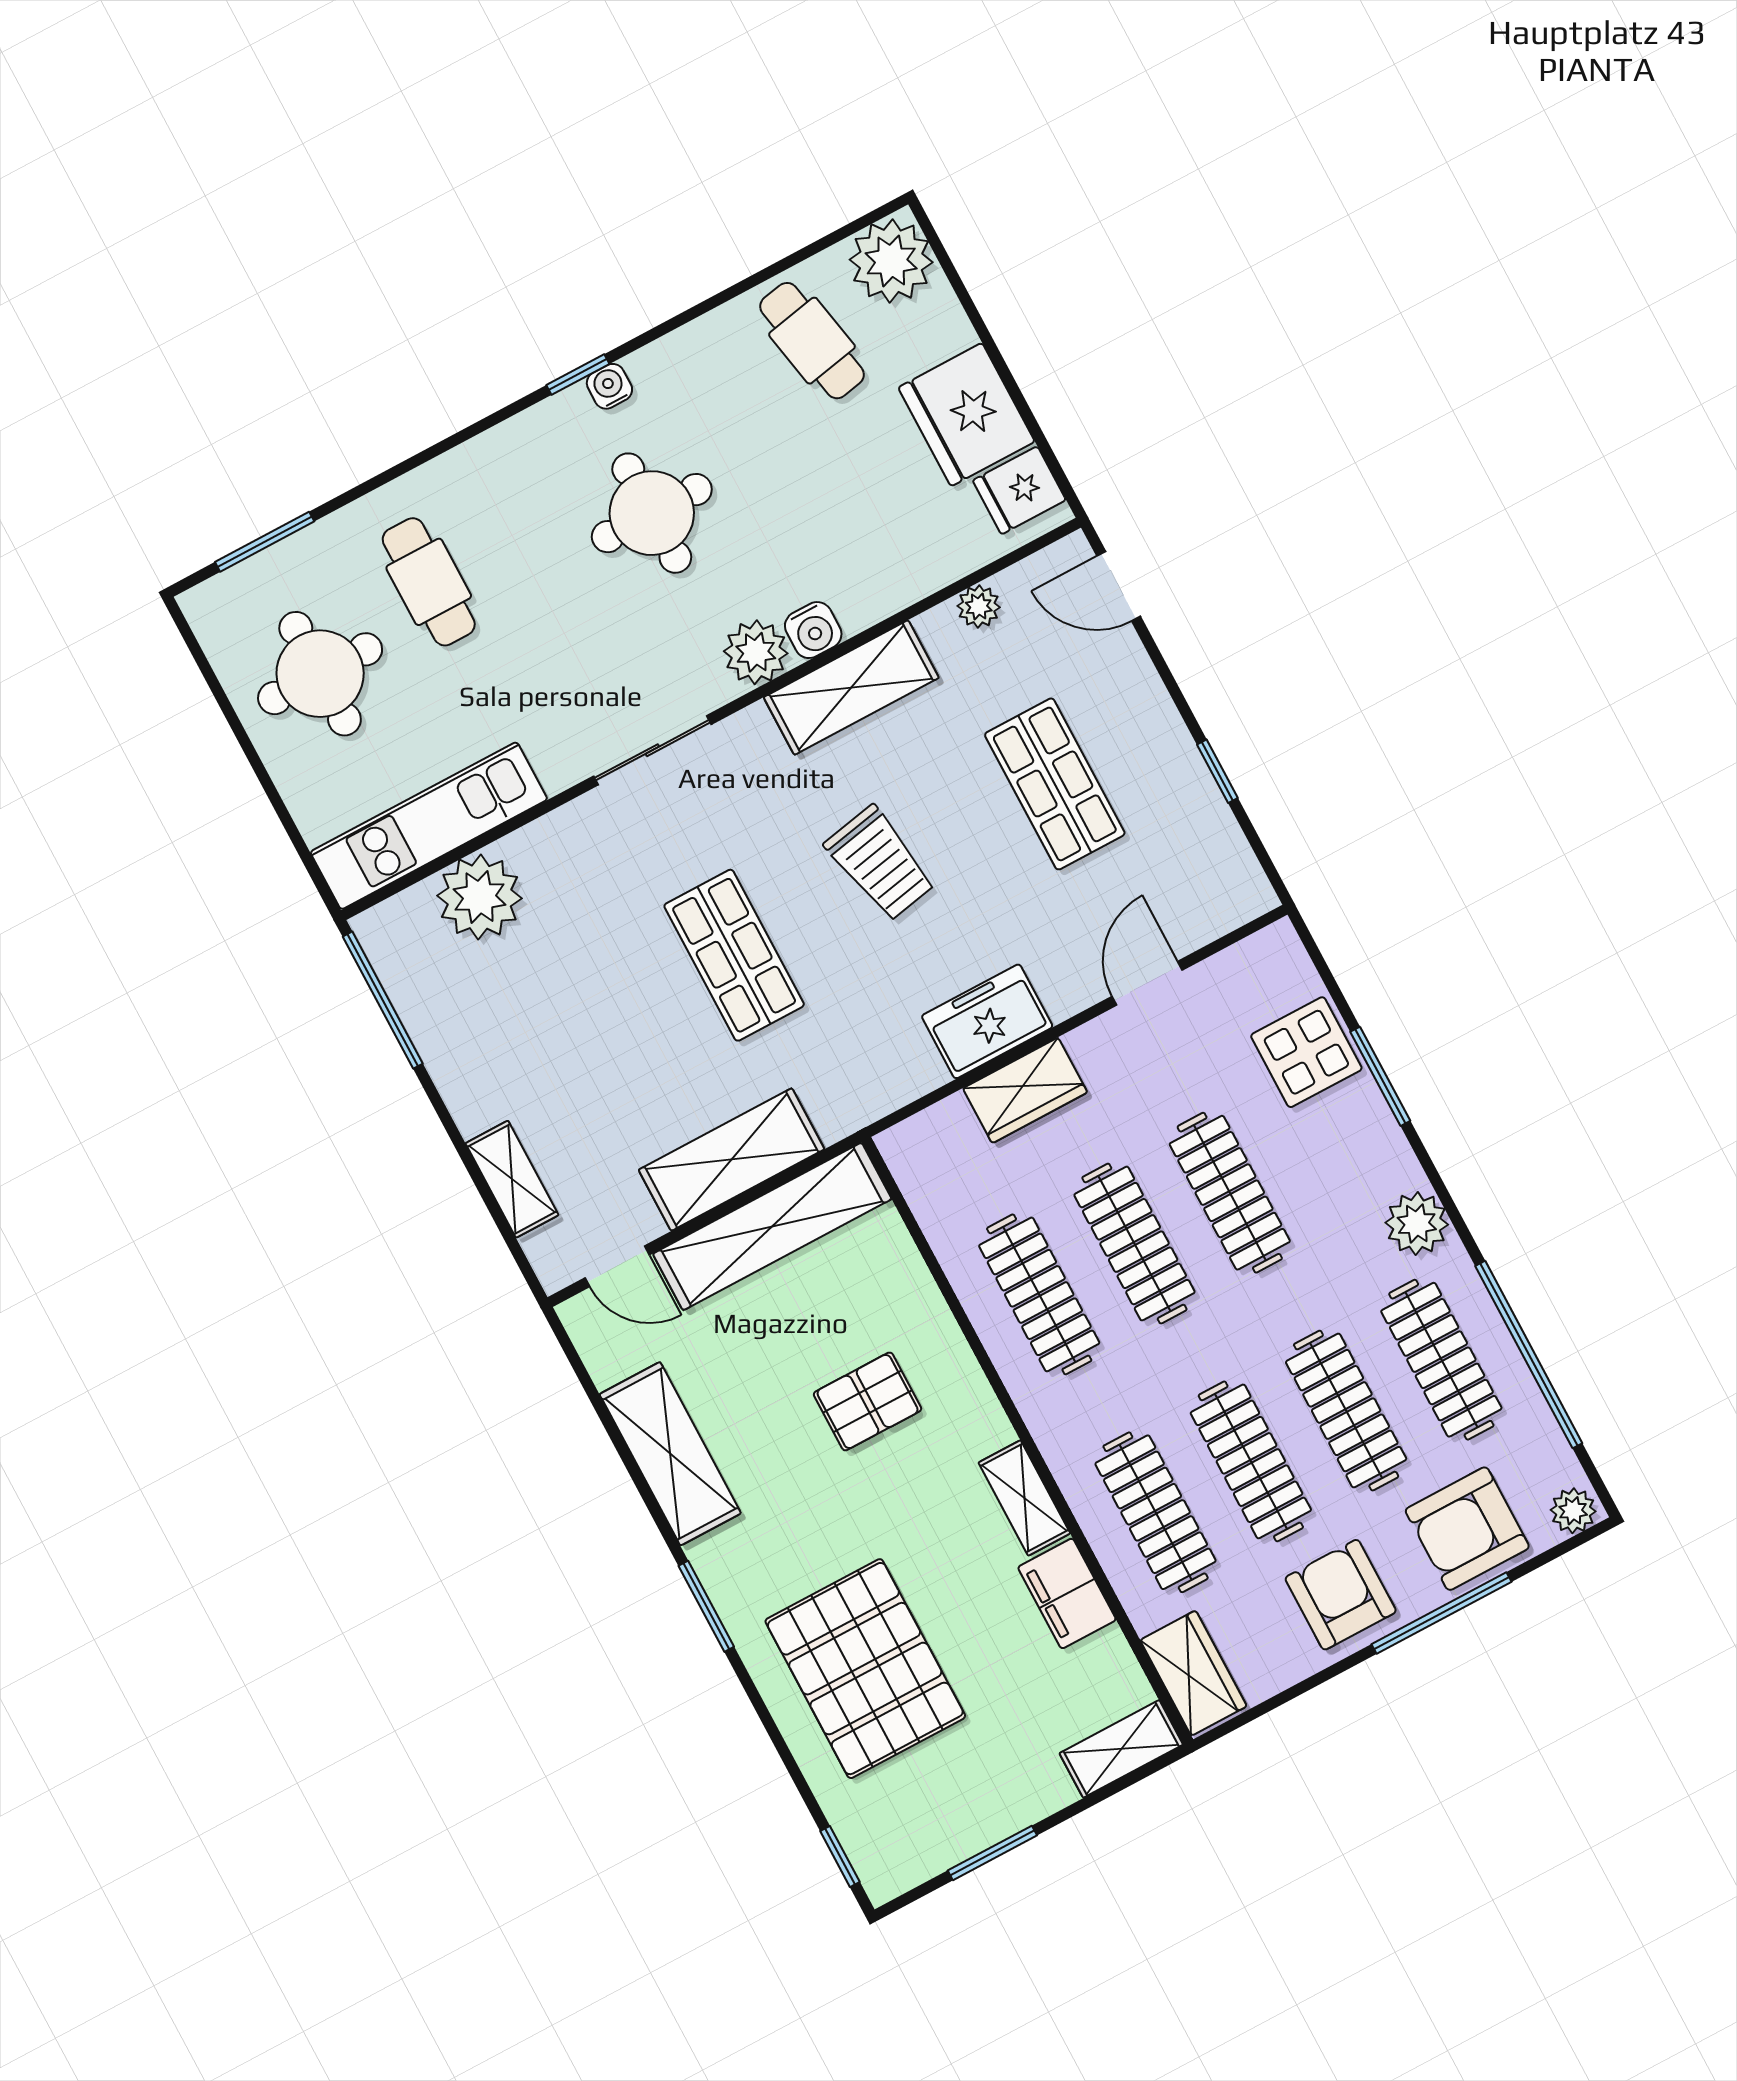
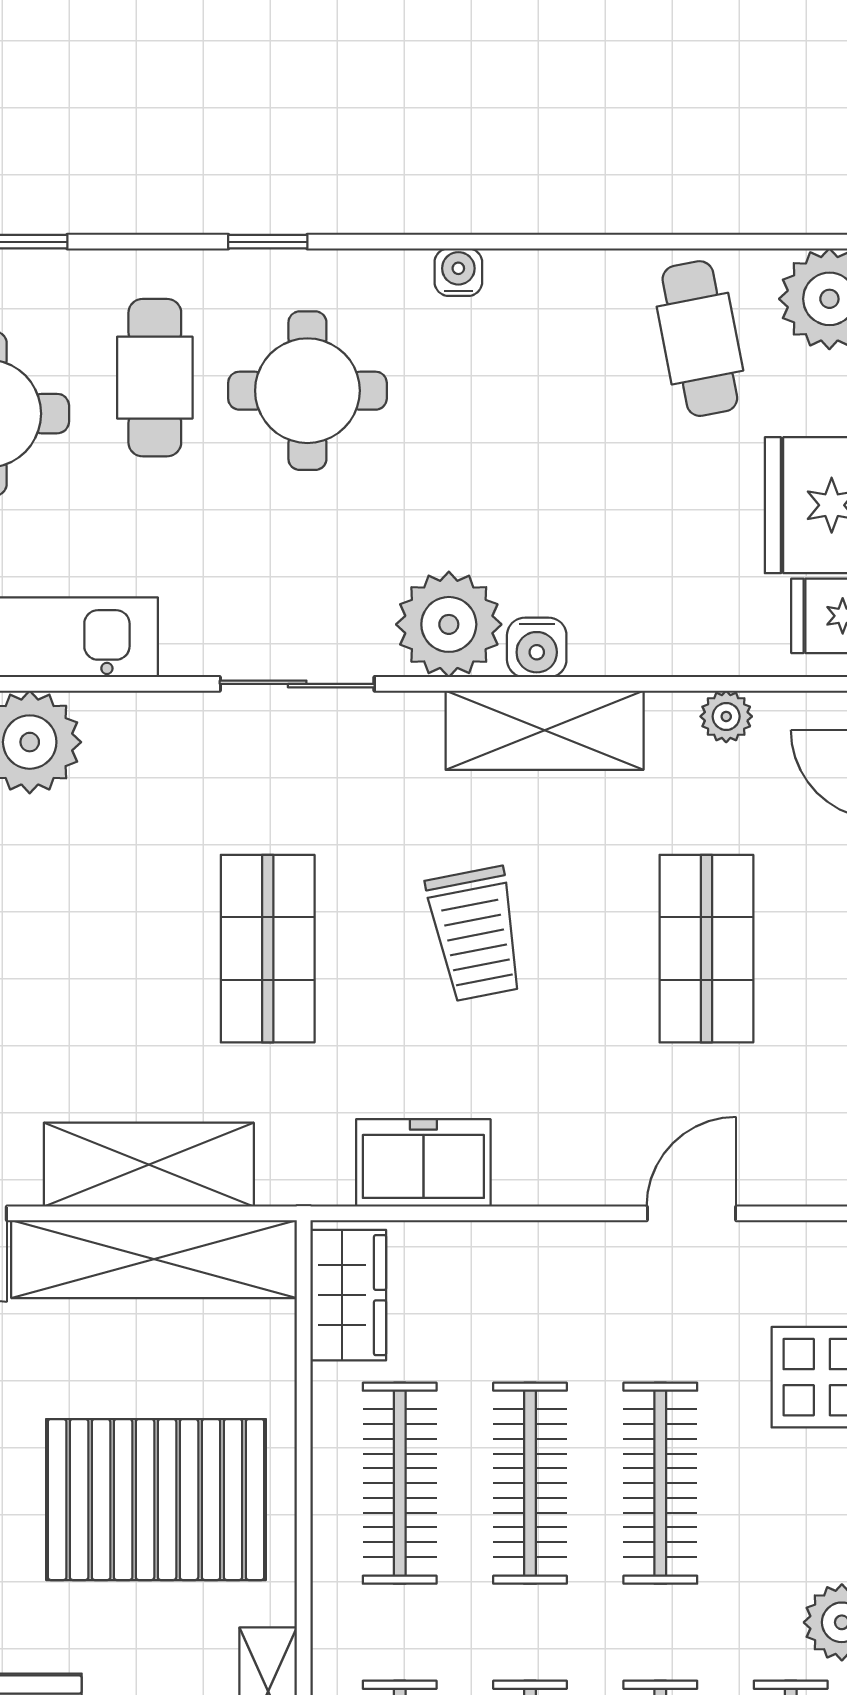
window: (578, 374) -> (268, 242), moved
round table: (652, 513) -> (307, 391), moved
plant: (756, 652) -> (449, 624), width x1.36, depth x1.36
freezer: (987, 1021) -> (423, 1163), moved
wardrobe: (1025, 1090) -> (348, 1295), moved, turned -90
pallet: (868, 1401) -> (156, 1500), width x2.05, depth x2.00

